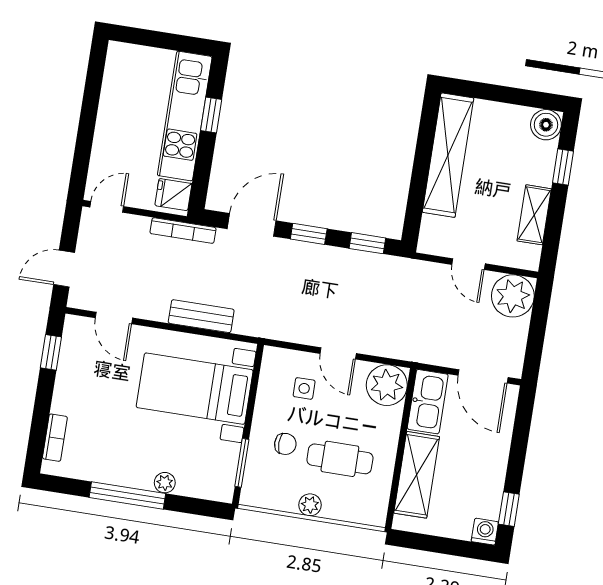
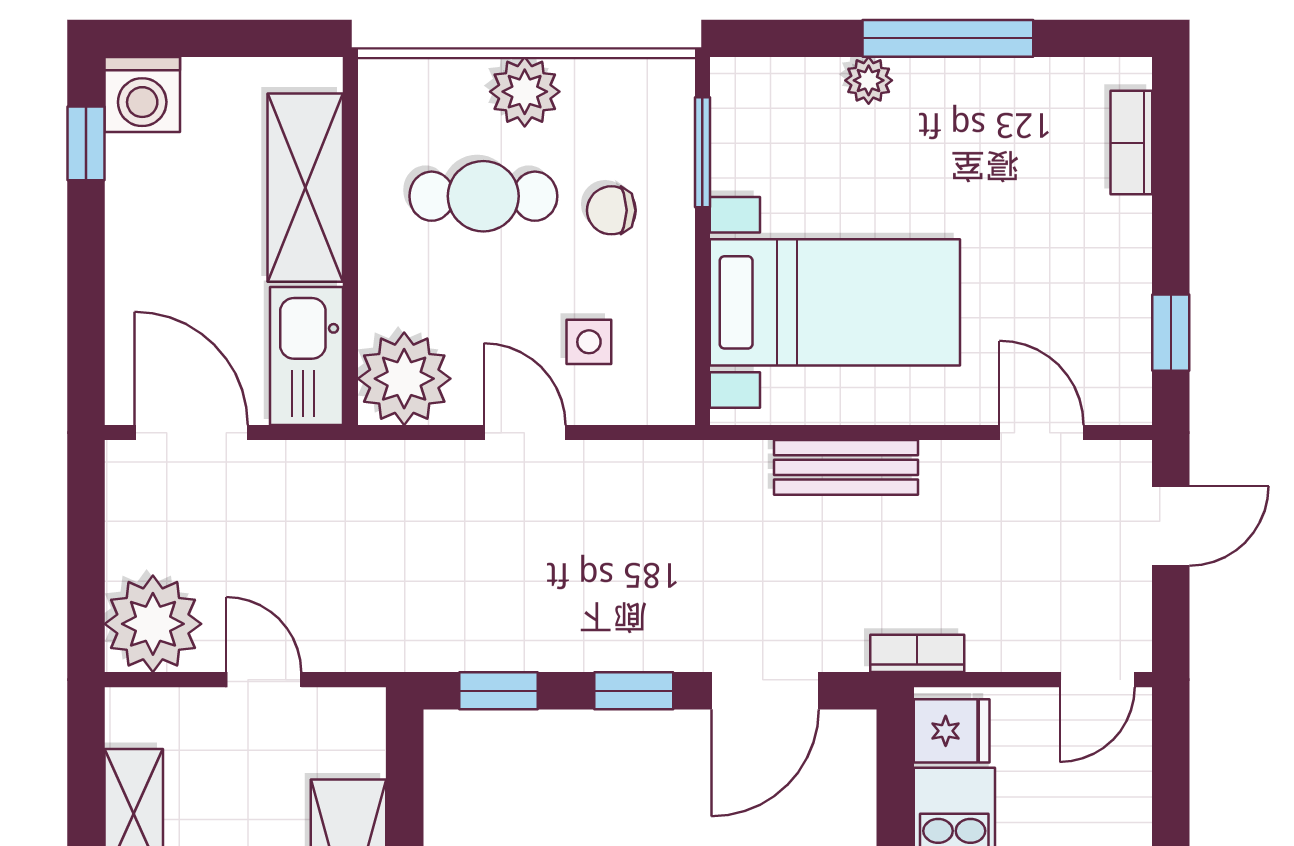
bookcase: (183, 231) -> (917, 653), width x0.64
plant: (310, 505) -> (525, 92), width x1.38, depth x1.38
washing machine: (485, 532) -> (142, 95), width x1.38, depth x1.38

